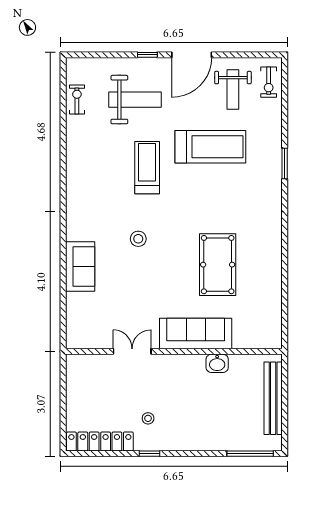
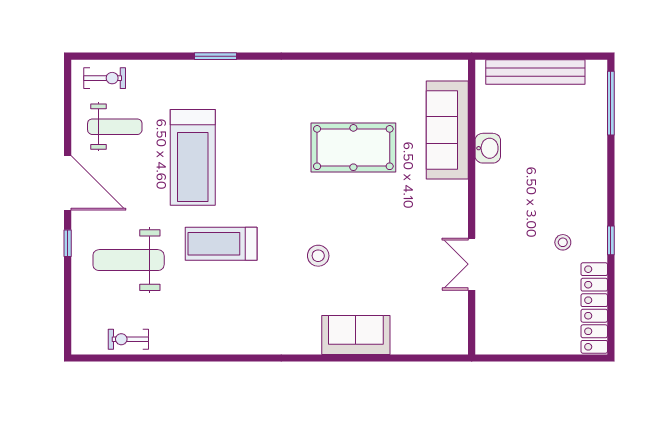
weight bench: (135, 100) -> (129, 260), turned -90
treadmill: (210, 147) -> (193, 157), turned 180
sofa: (196, 334) -> (447, 130), moved

